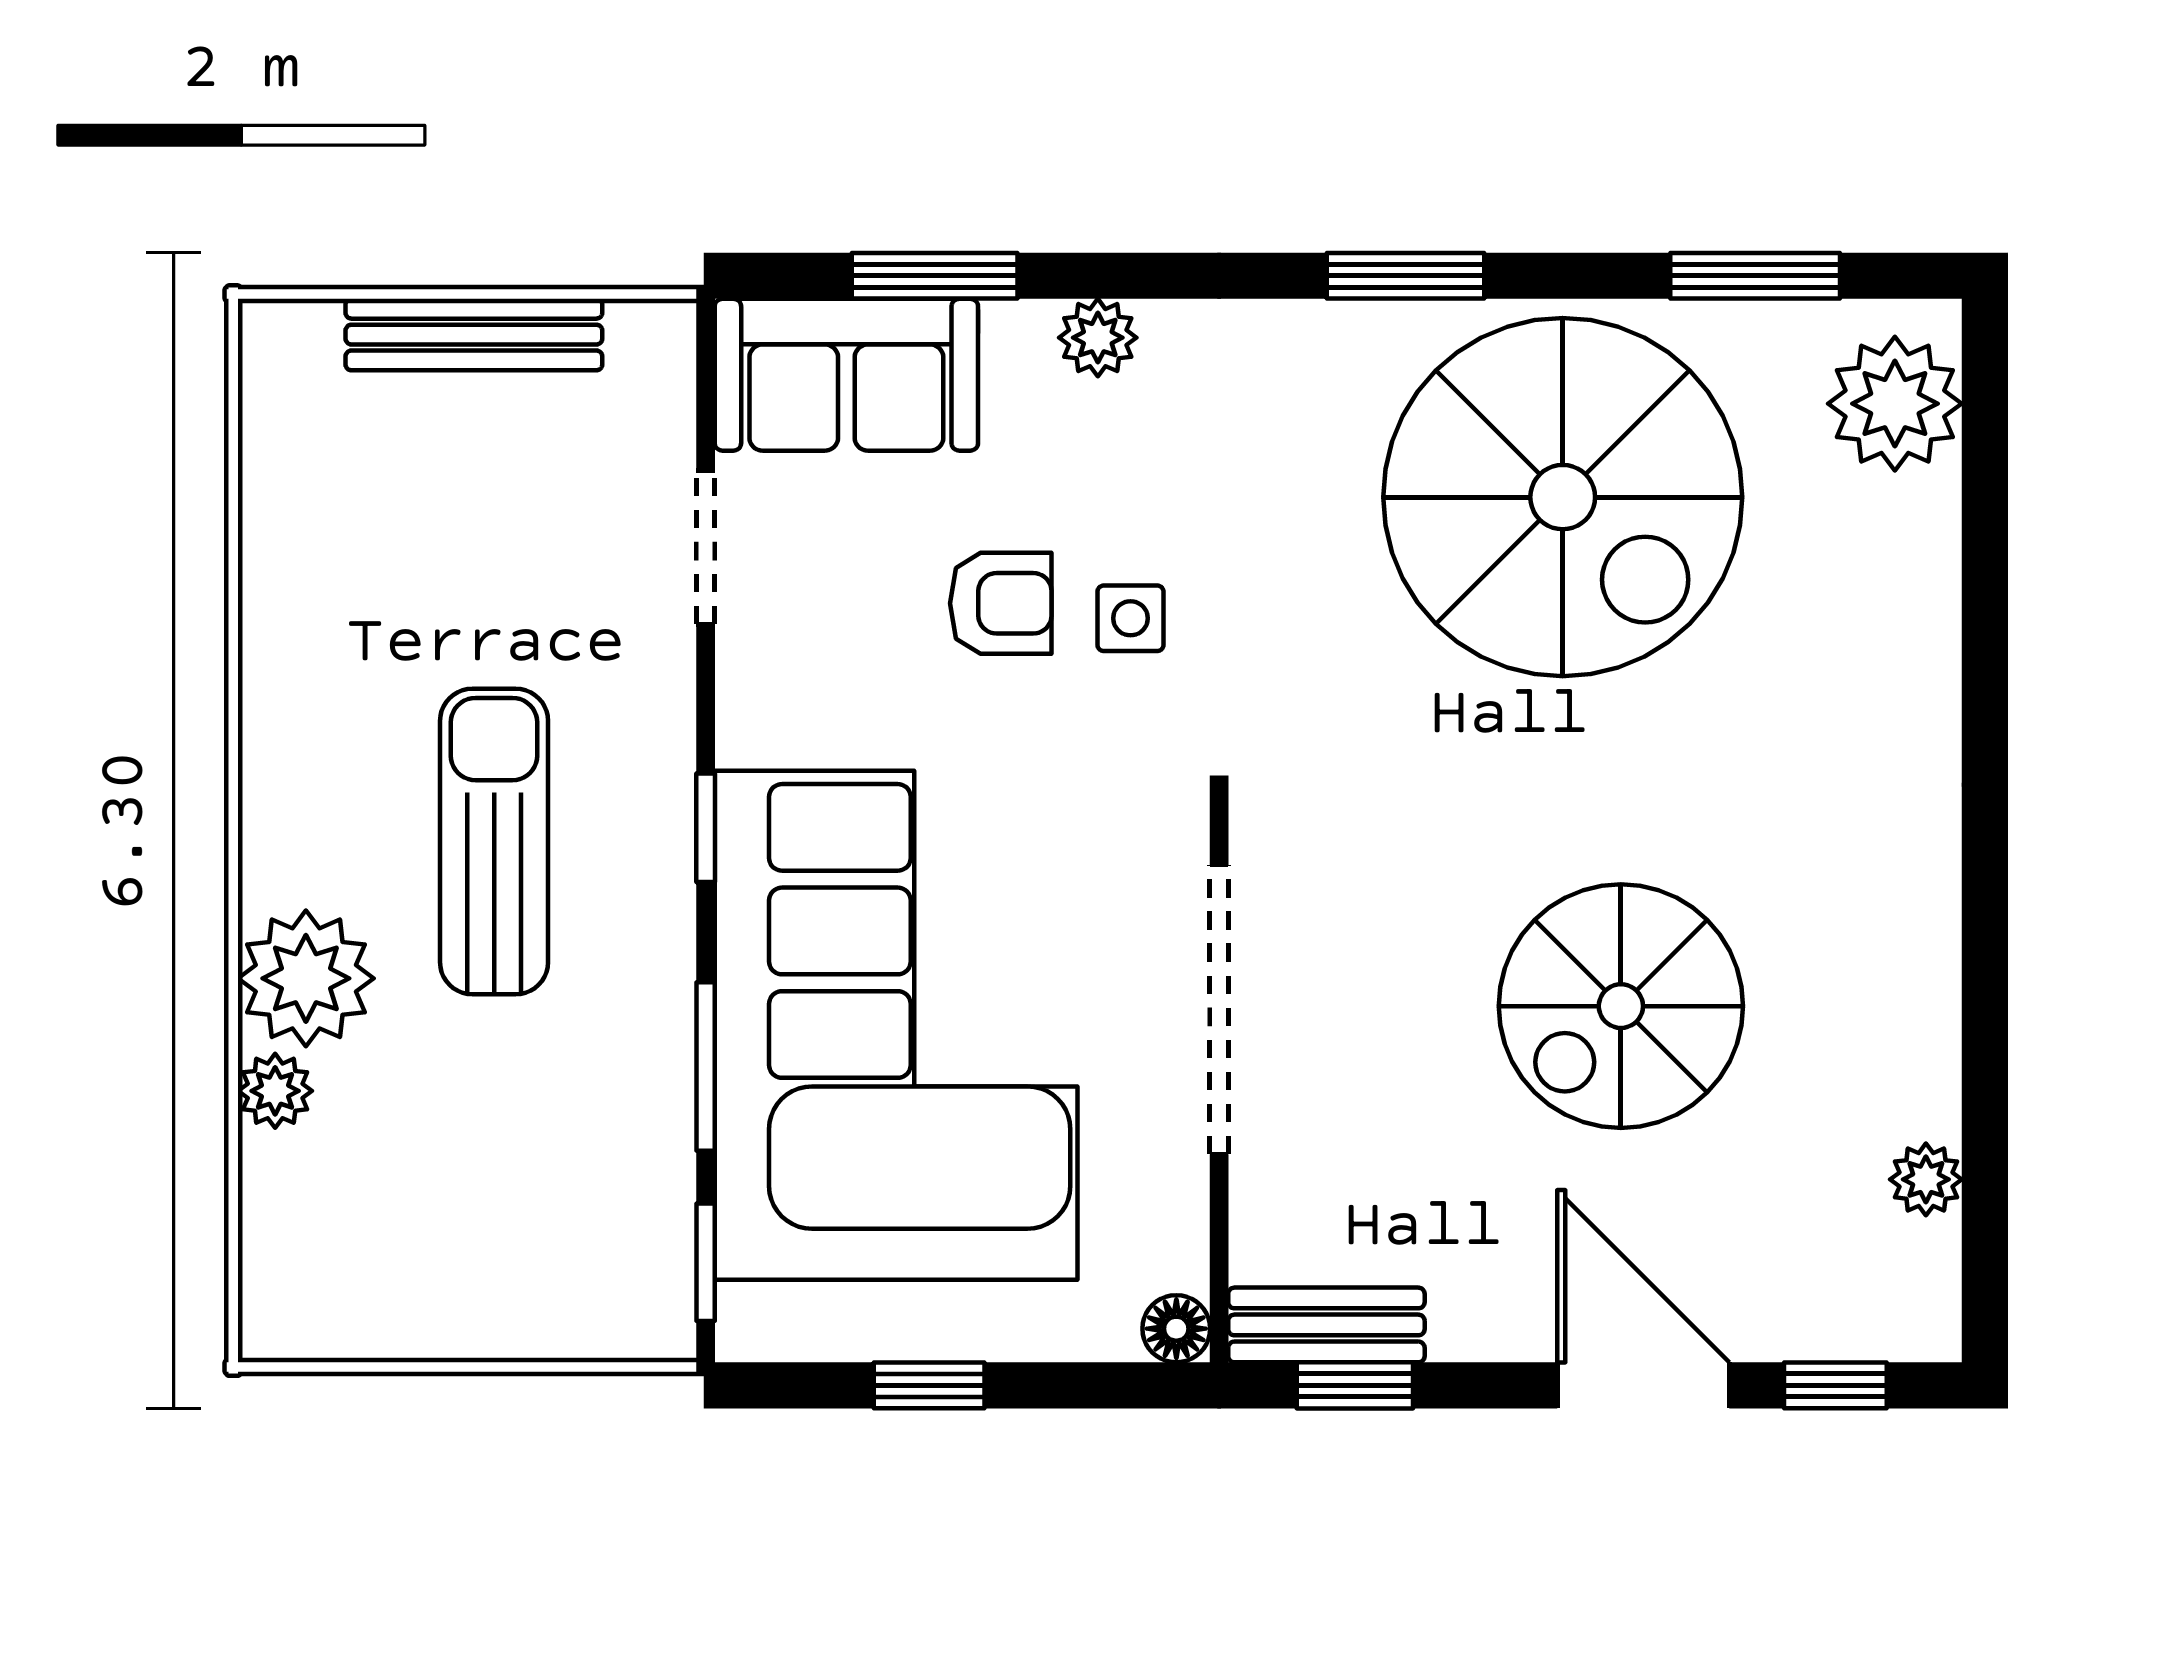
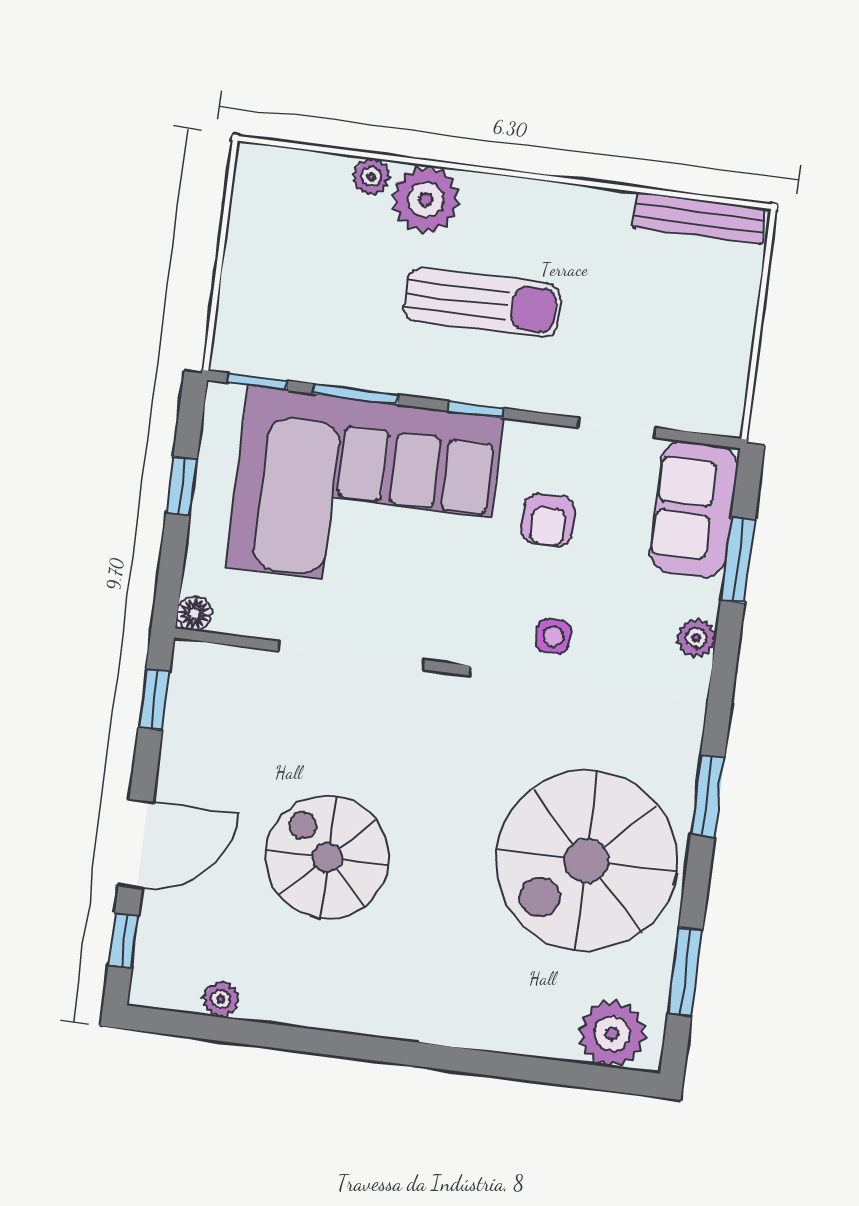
bench: (474, 335) -> (699, 218), moved, turned 90
armchair: (1001, 603) -> (548, 520), moved
bench: (1326, 1325) -> (186, 689), removed

